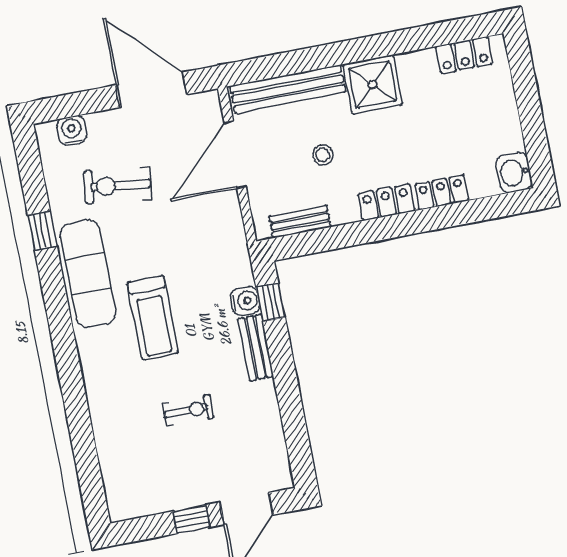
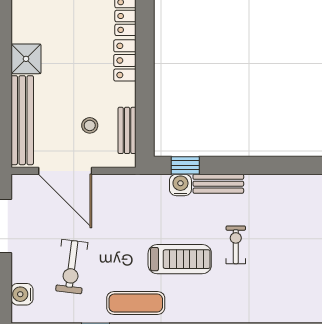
shower: (373, 85) -> (26, 59), width x0.73, depth x0.73
stool: (323, 155) -> (90, 125), moved
exercise mat: (88, 274) -> (136, 303), width x0.73, depth x0.69
exercise bike: (188, 411) -> (236, 245), moved

